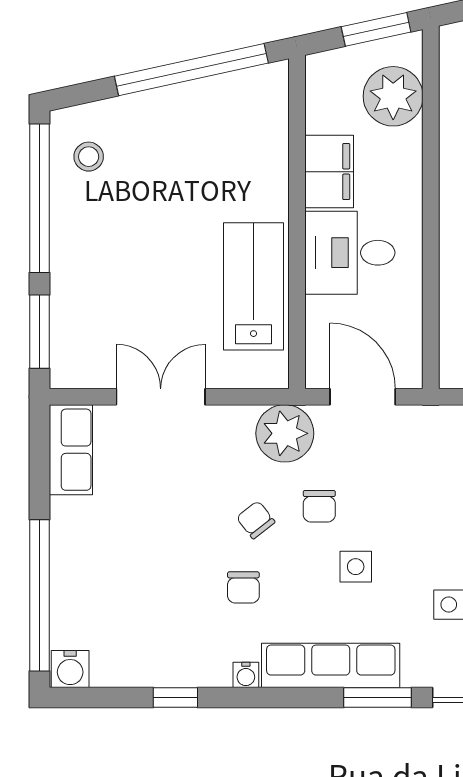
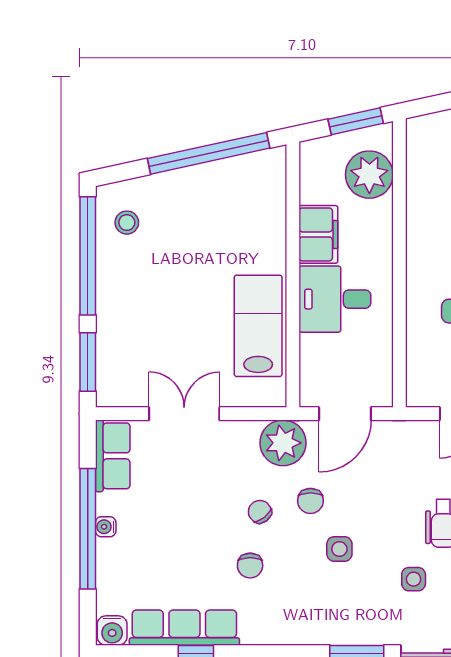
door: (363, 397) -> (345, 414), swing flipped
window: (39, 595) -> (88, 529), moved
row of seats: (331, 665) -> (184, 628), moved
water cooler: (246, 675) -> (106, 527), moved, turned 90

